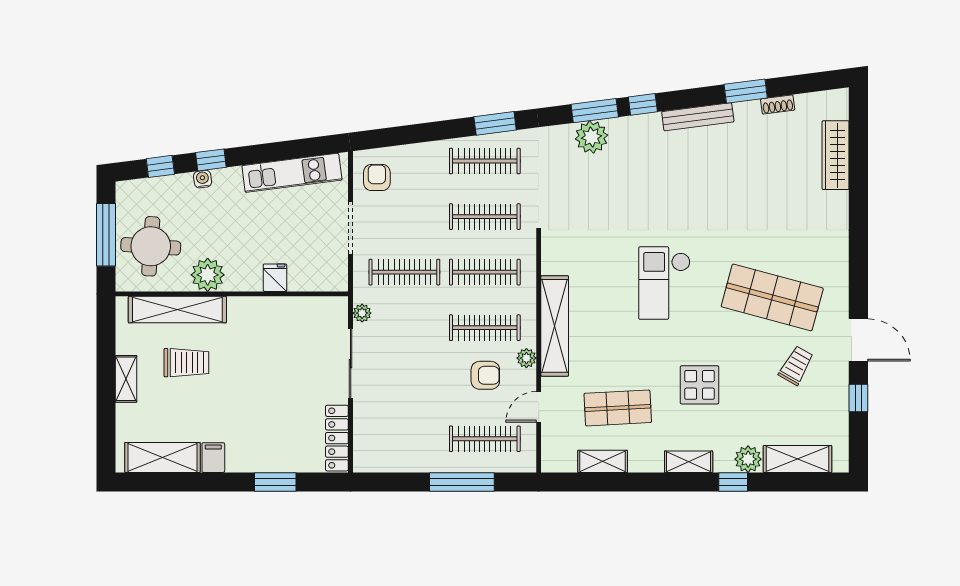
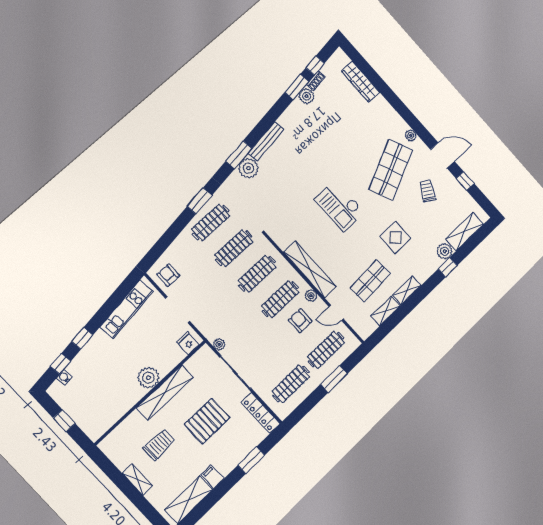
window: (643, 104) -> (315, 66), moved
plant: (748, 113) -> (307, 96), added
bench: (698, 117) -> (266, 141), moved
water cooler: (203, 179) -> (64, 377), moved
window: (106, 235) -> (64, 421), width x0.46
round table: (151, 246) -> (91, 406), removed
clothes rail: (404, 272) -> (291, 384), moved
plant: (208, 275) -> (148, 378), moved
fridge: (275, 278) -> (188, 343), moved
plant: (839, 278) -> (411, 135), added
shop shelf: (772, 297) -> (391, 170), turned -39
shelving: (177, 310) -> (165, 393), moved
armchair: (485, 375) -> (300, 321), turned -90
pallet: (266, 388) -> (207, 421), added
door: (539, 407) -> (336, 313), hinge flipped
shelving: (689, 462) -> (407, 290), moved
window: (462, 482) -> (334, 379), width x0.69

